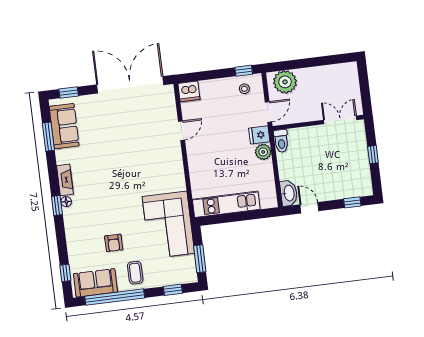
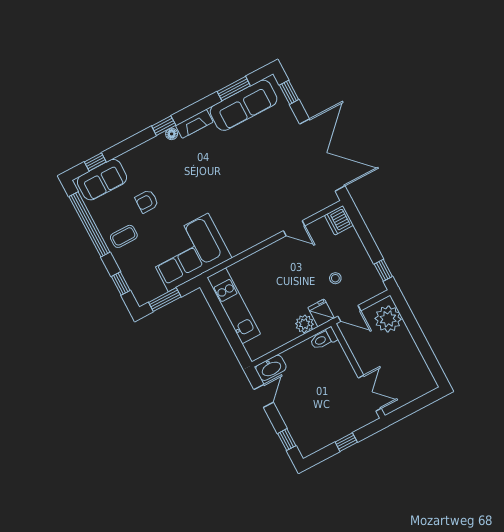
stool: (244, 89) -> (335, 278), moved
sofa: (64, 126) -> (244, 105), width x1.36
sofa: (96, 283) -> (102, 180), moved, turned 90

